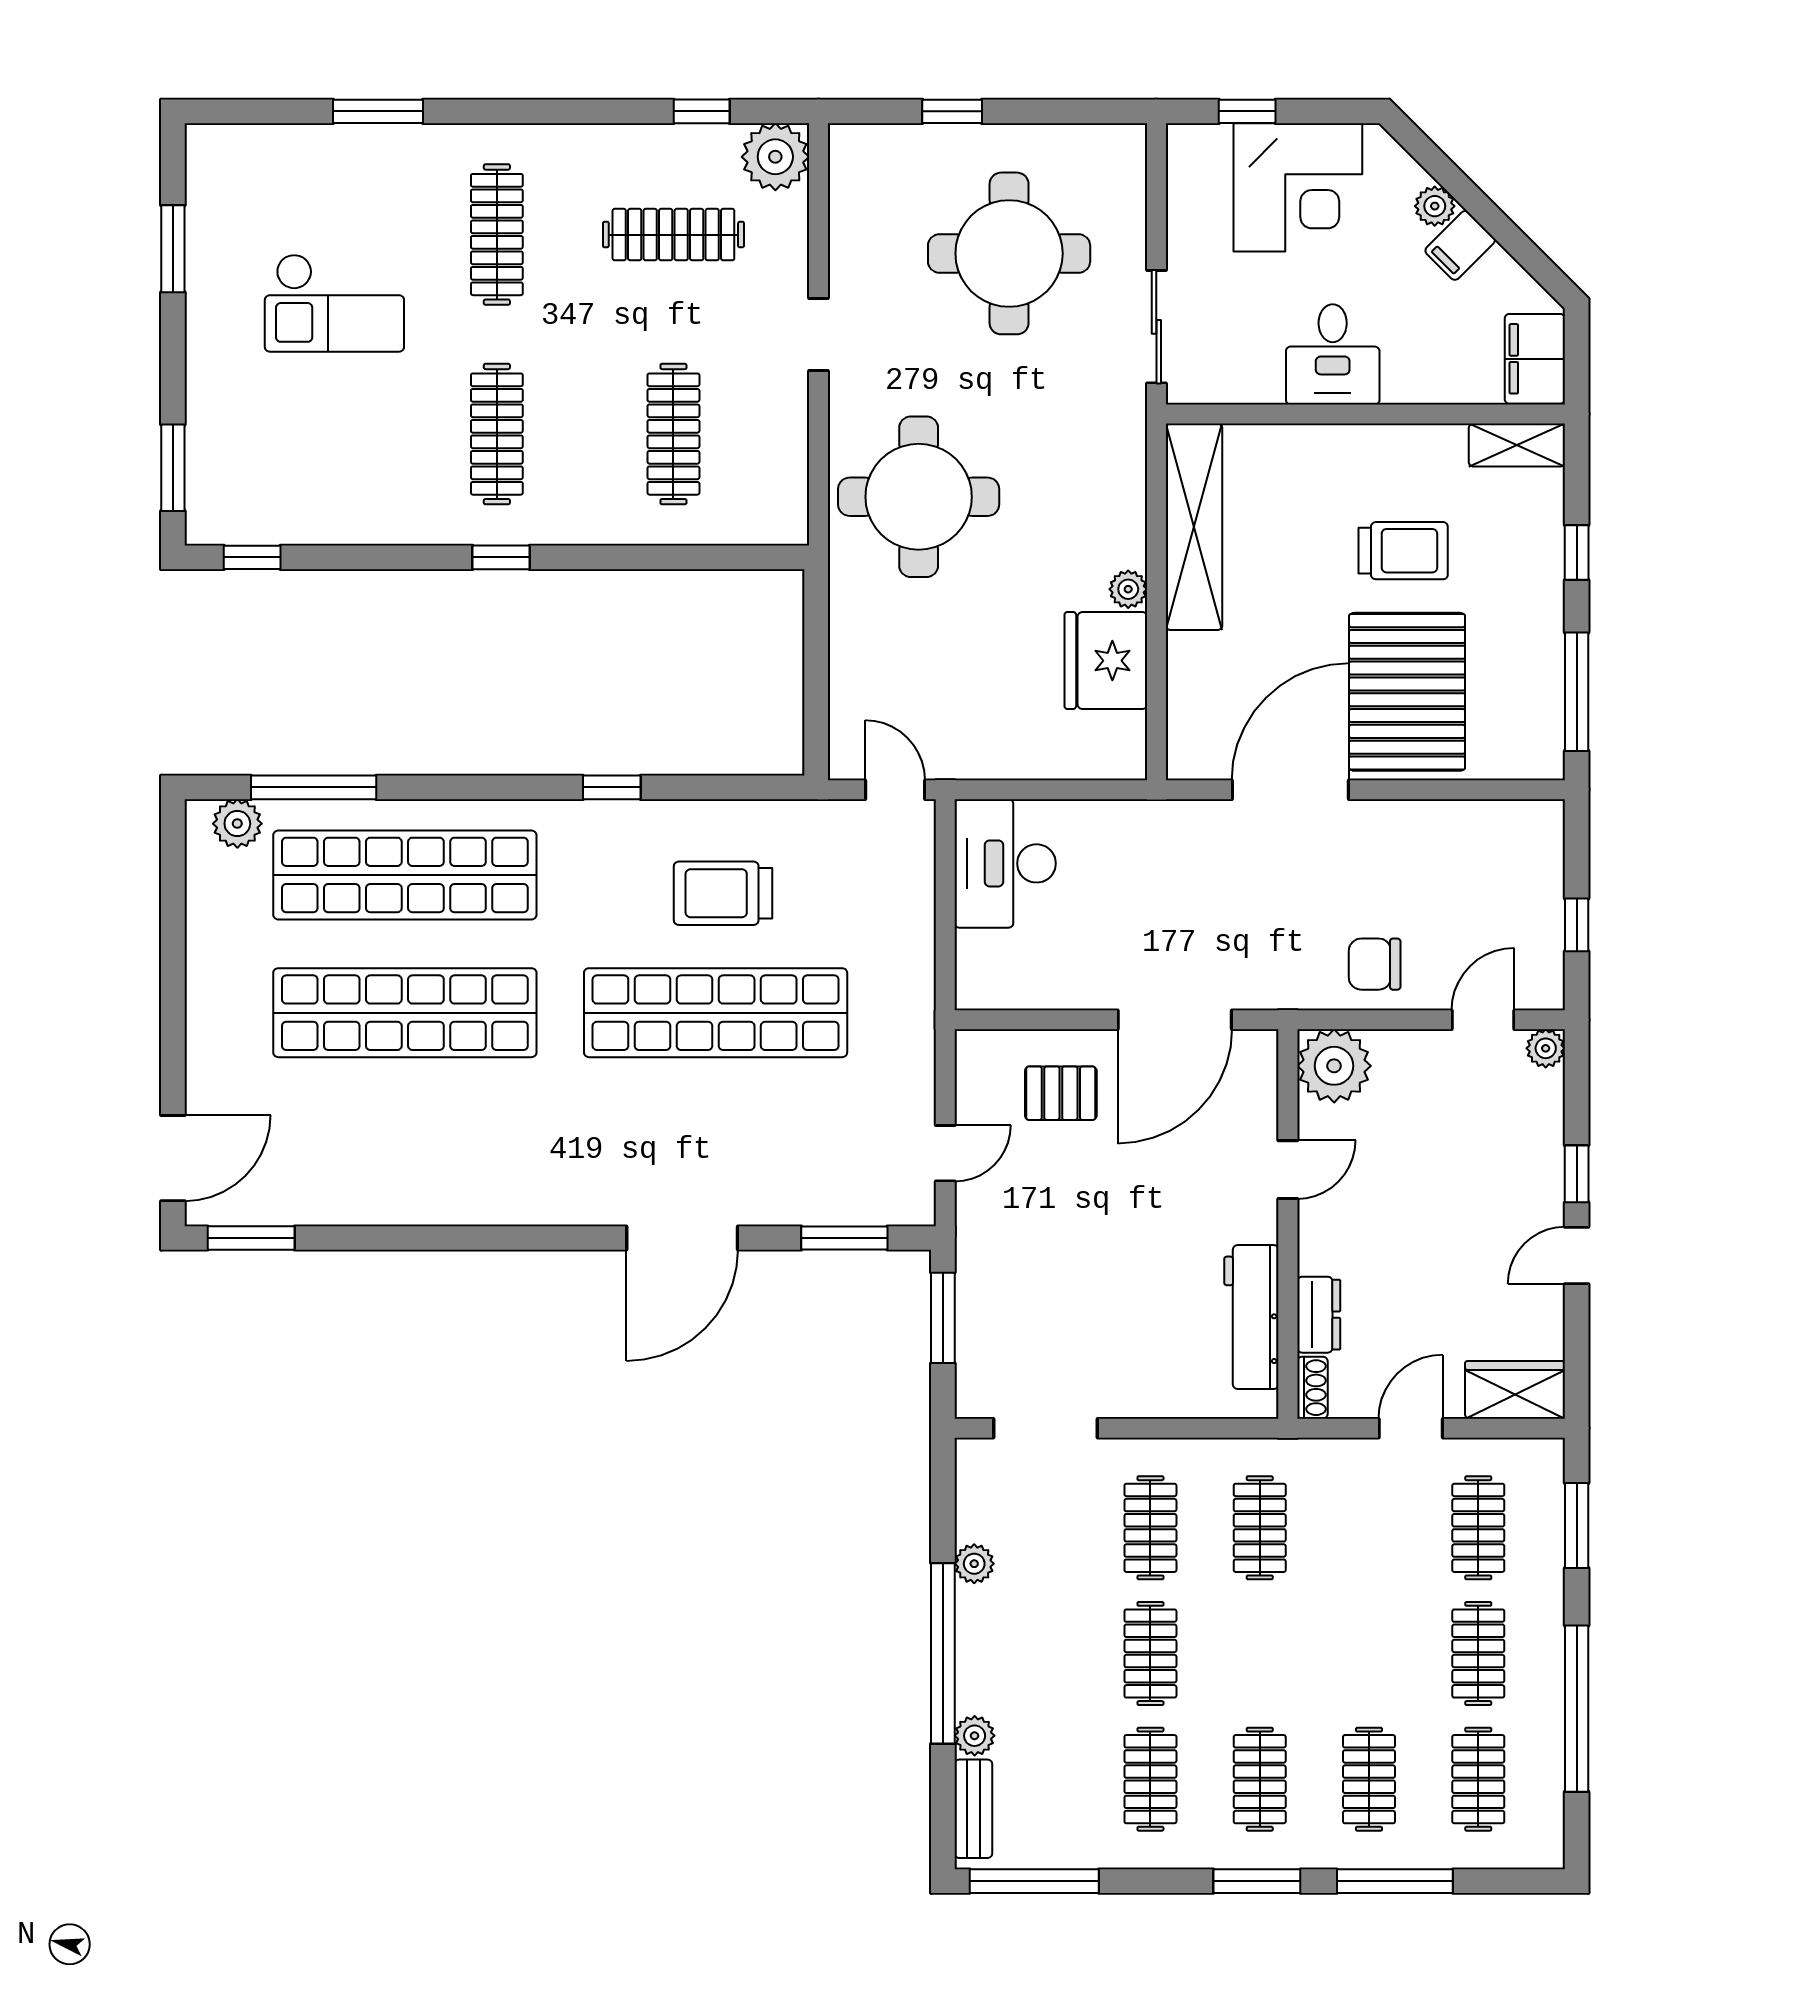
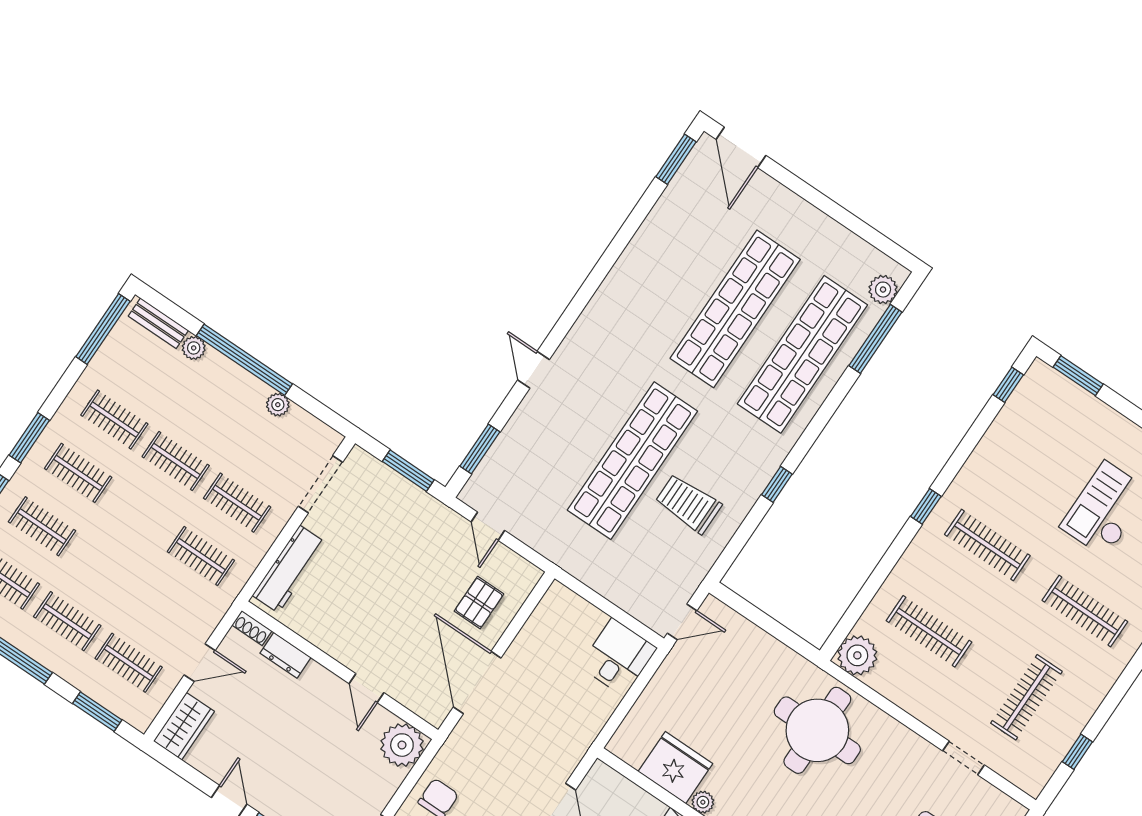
plant: (775, 157) -> (857, 655), moved
doorway: (818, 335) -> (963, 758), moved
desk: (1005, 863) -> (618, 657), width x0.73
trolley: (723, 893) -> (688, 504), turned -90
door: (682, 1238) -> (533, 370), width x0.53
workbench: (1251, 1317) -> (289, 569), moved, turned 90
door: (1411, 1428) -> (200, 663), hinge flipped

